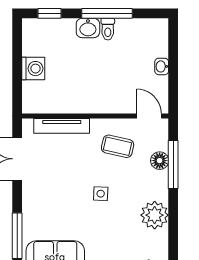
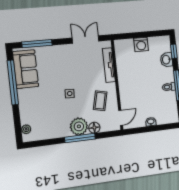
washbasin: (88, 28) -> (166, 60), moved
window: (173, 165) -> (80, 138), moved
plant: (155, 215) -> (79, 126), moved

